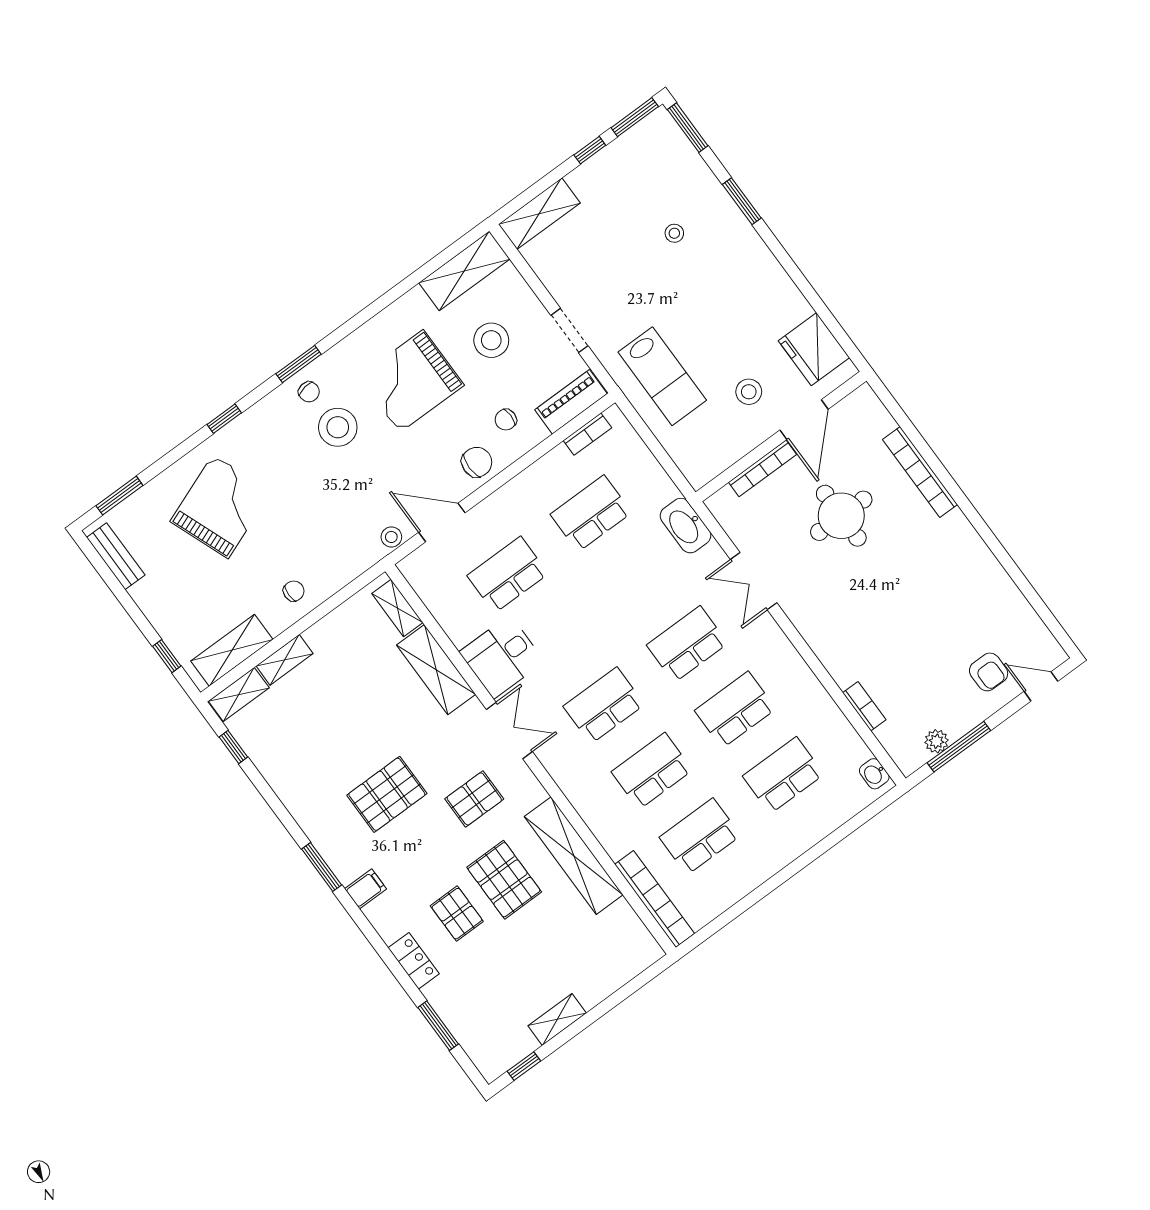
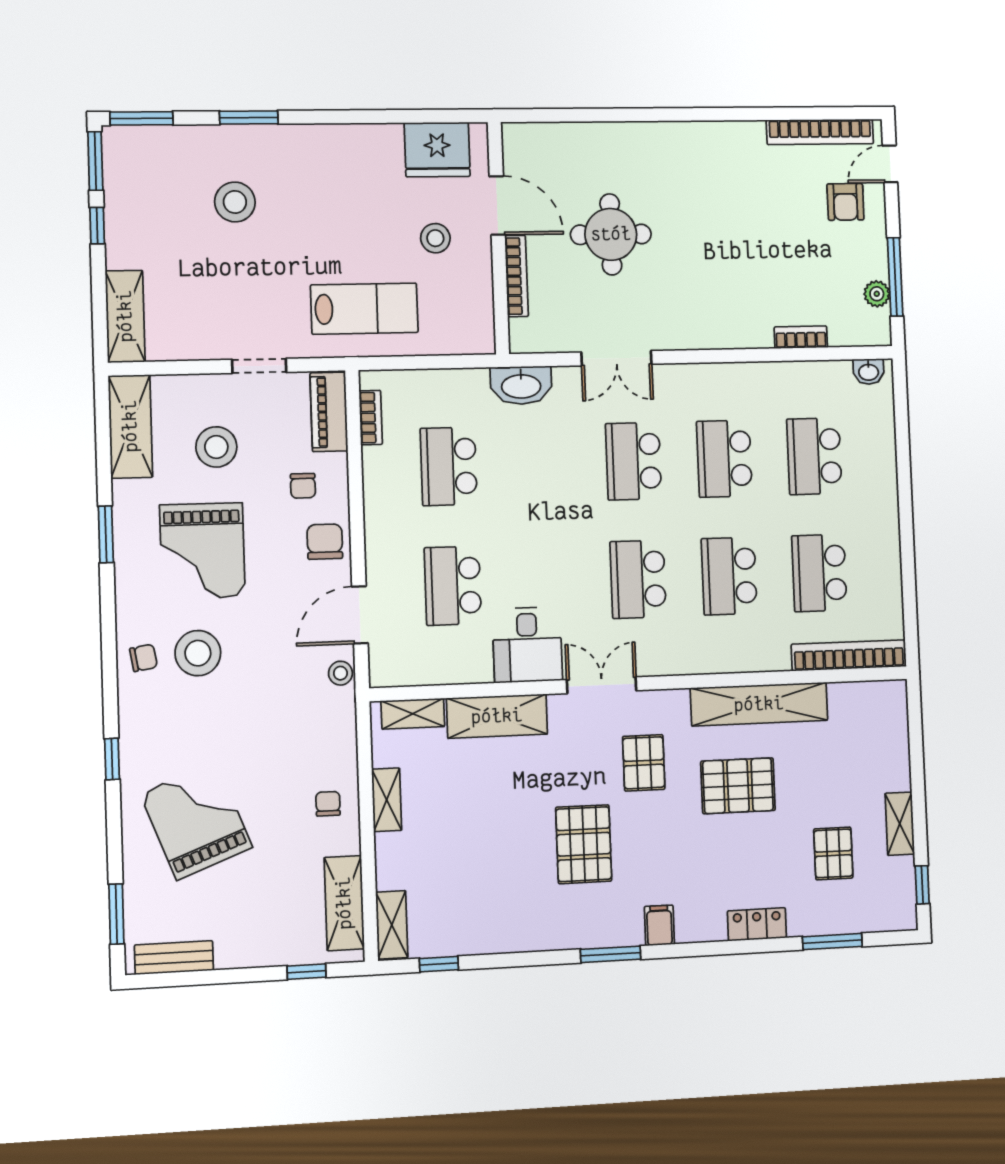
stool: (674, 233) -> (235, 202), width x1.89, depth x1.89
window: (299, 364) -> (106, 534), moved
bookcase: (920, 472) -> (820, 132), moved
shelving: (285, 660) -> (387, 800), moved
armchair: (989, 672) -> (845, 202), turned 90
pallet: (457, 914) -> (833, 853), moved, turned 90

